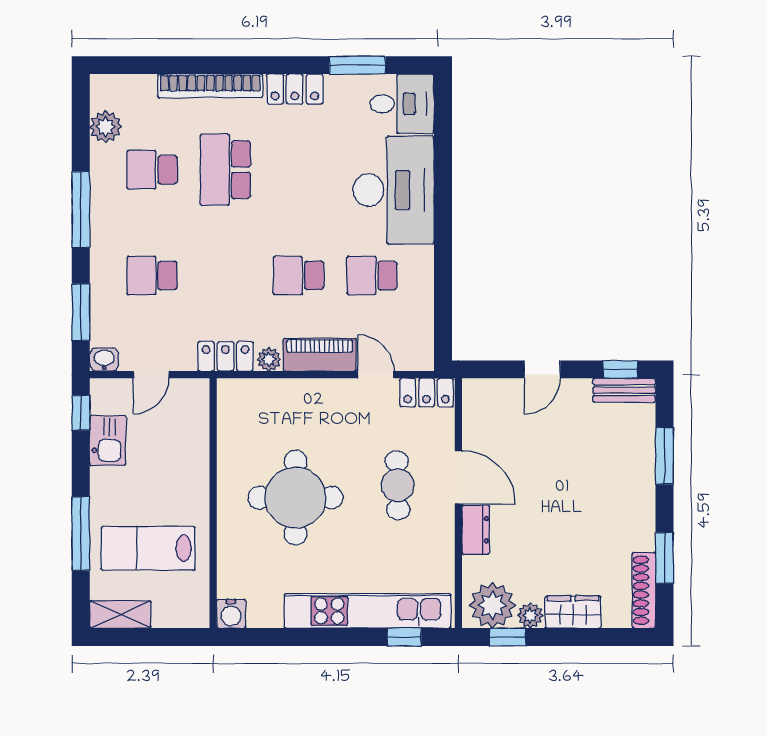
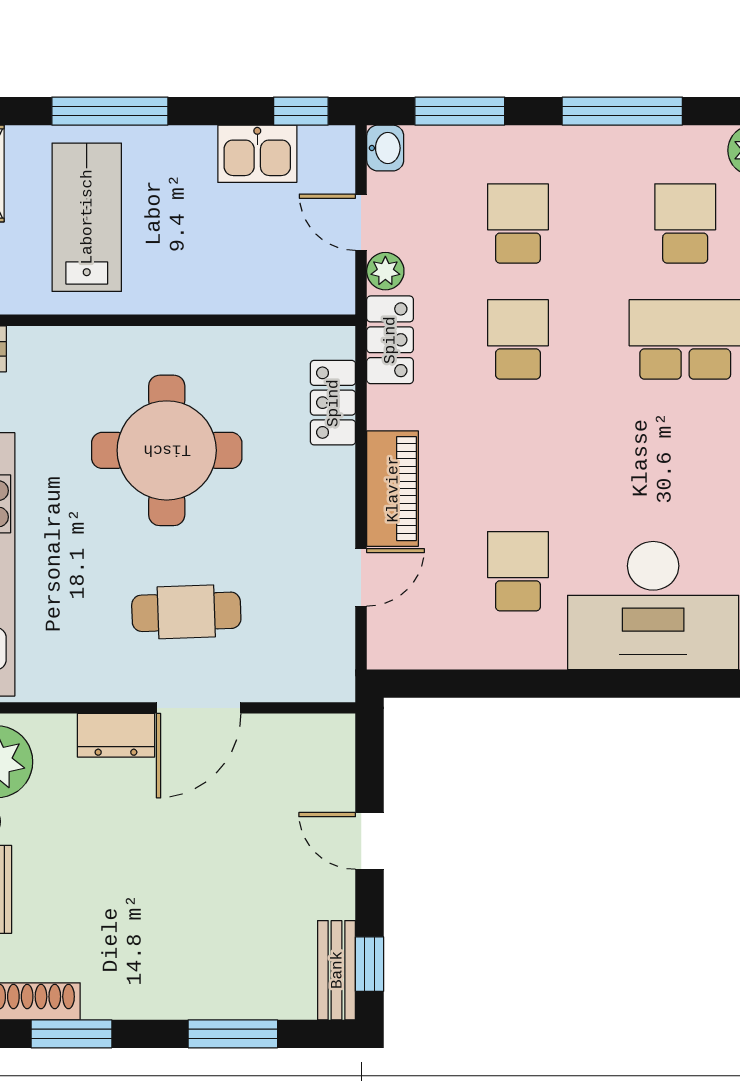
school desk: (299, 275) -> (518, 339), moved
plant: (269, 359) -> (385, 271), moved
locker: (427, 393) -> (333, 403), moved

